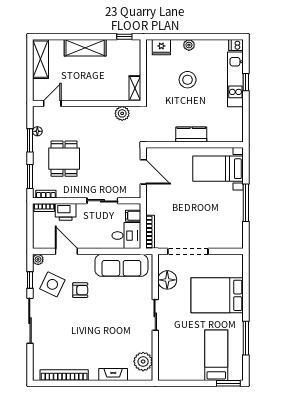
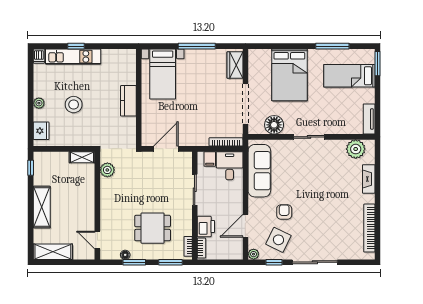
wardrobe: (227, 241) -> (235, 65), added
tv unit: (173, 375) -> (369, 119), added

